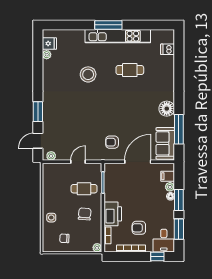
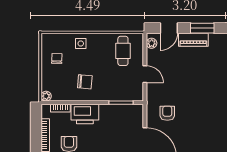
piano: (48, 119) -> (193, 40), added
door: (38, 141) -> (169, 28), swing flipped
cafe table: (84, 189) -> (123, 51), moved

